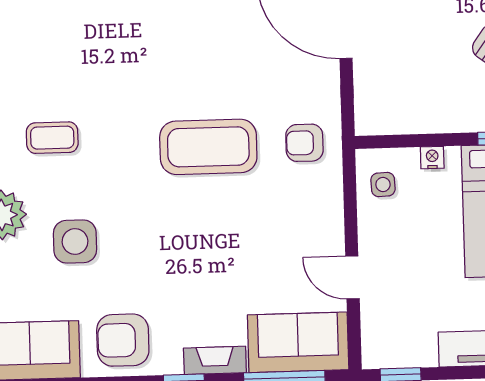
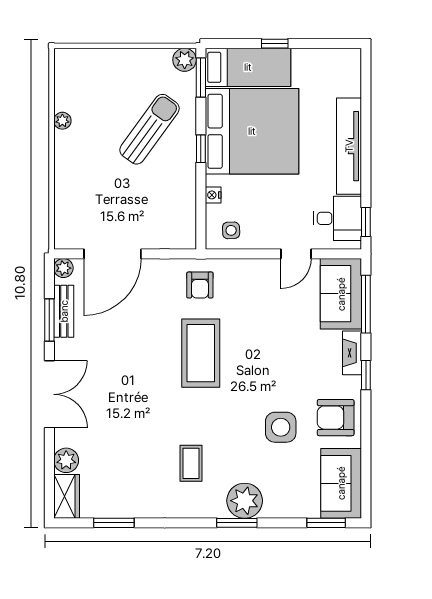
side table: (75, 242) -> (281, 427), moved
desk: (404, 334) -> (337, 218), added
armchair: (123, 340) -> (336, 418), turned 90

